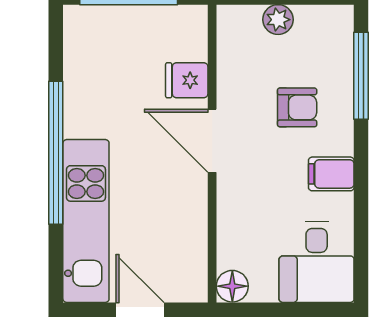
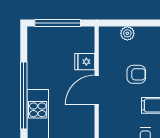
door: (212, 141) -> (97, 90), hinge flipped

